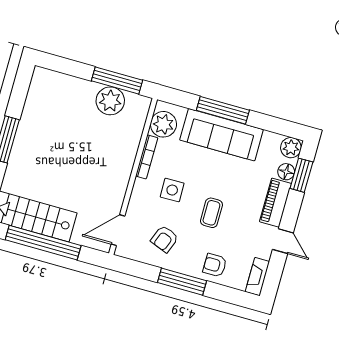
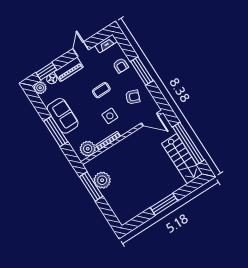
sofa: (222, 135) -> (63, 116), width x0.73

